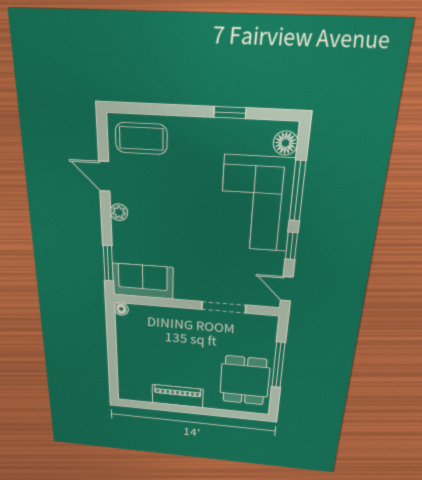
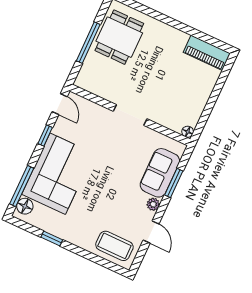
window: (298, 191) -> (22, 186), moved
window: (108, 263) -> (174, 183), moved
sofa: (143, 281) -> (160, 173), moved, turned 90
doorway: (224, 307) -> (130, 115), moved
piano: (177, 396) -> (207, 53), moved

